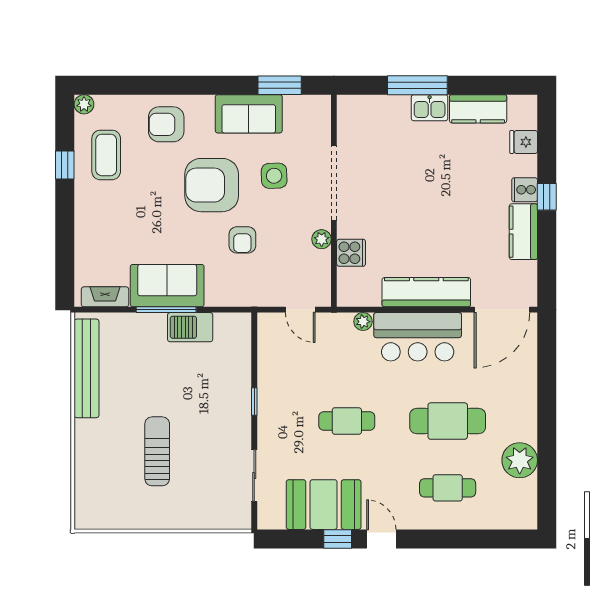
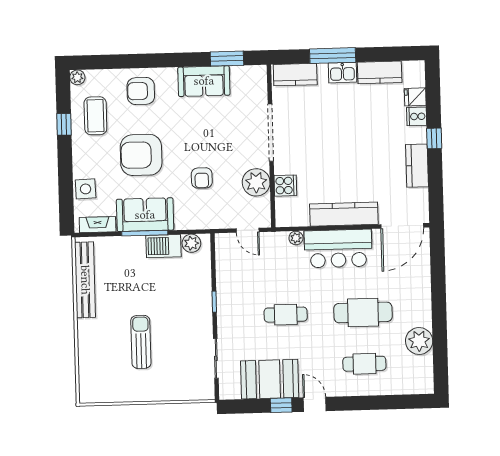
kitchen counter: (368, 109) -> (295, 75), added
side table: (274, 176) -> (86, 189), moved
armchair: (212, 185) -> (141, 155), moved
cooker: (525, 190) -> (417, 116), moved
plant: (322, 239) -> (256, 182), width x1.88, depth x1.88
plant: (227, 325) -> (191, 243), added

